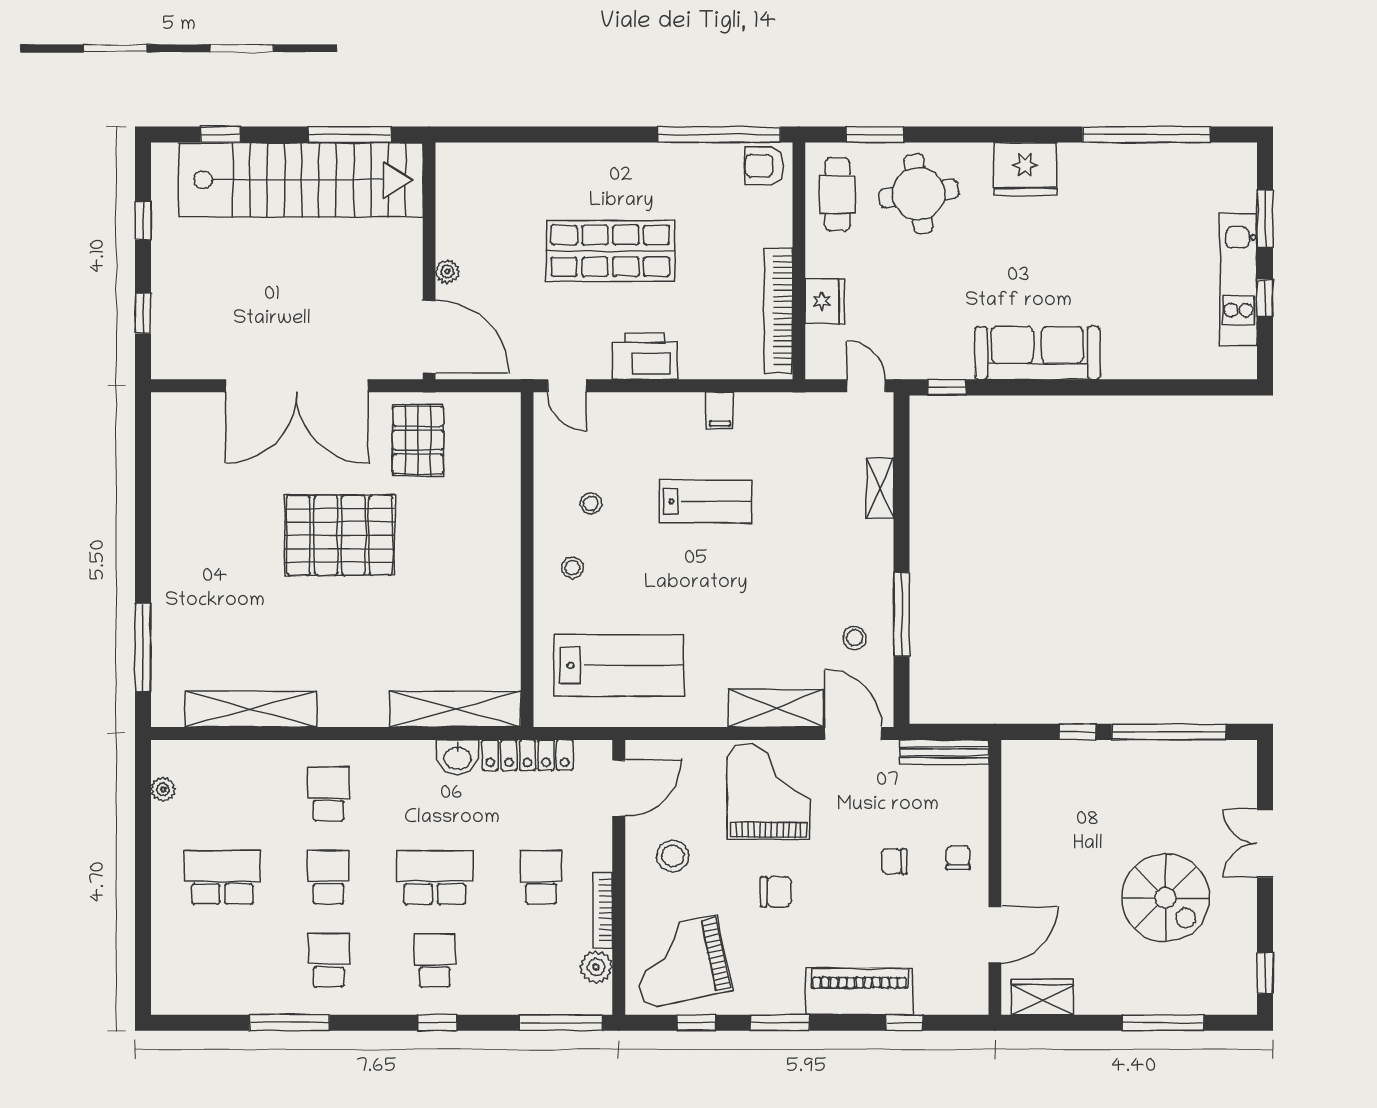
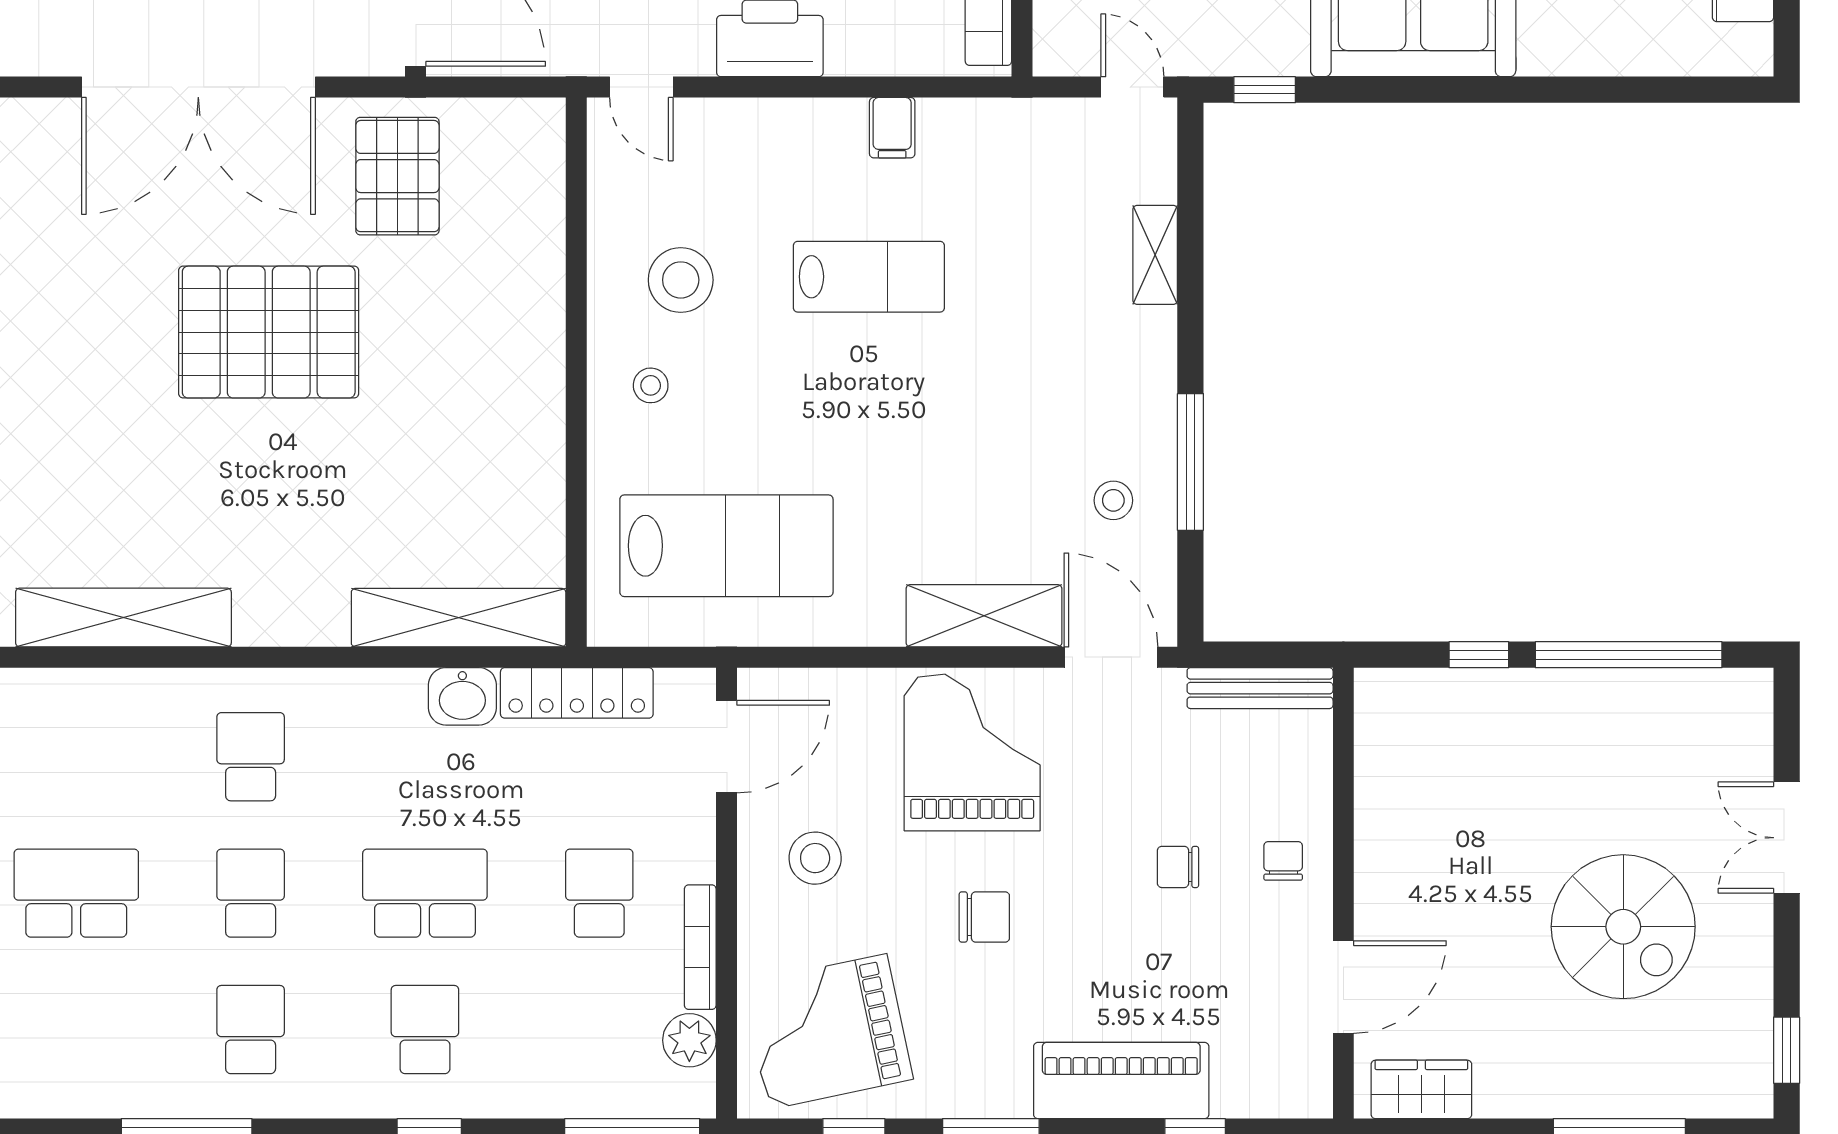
stool: (591, 503) -> (681, 280), width x1.89, depth x1.89

